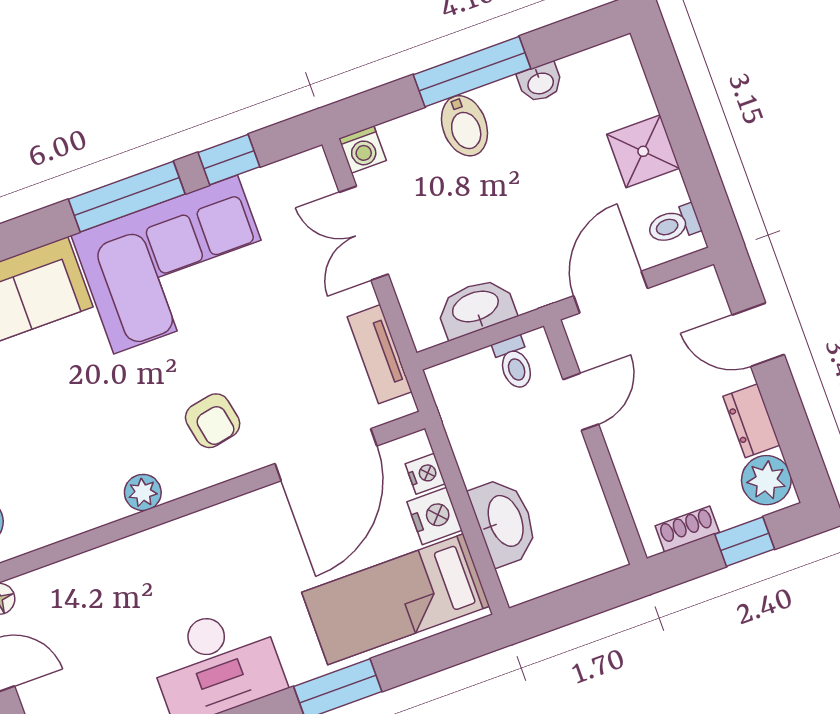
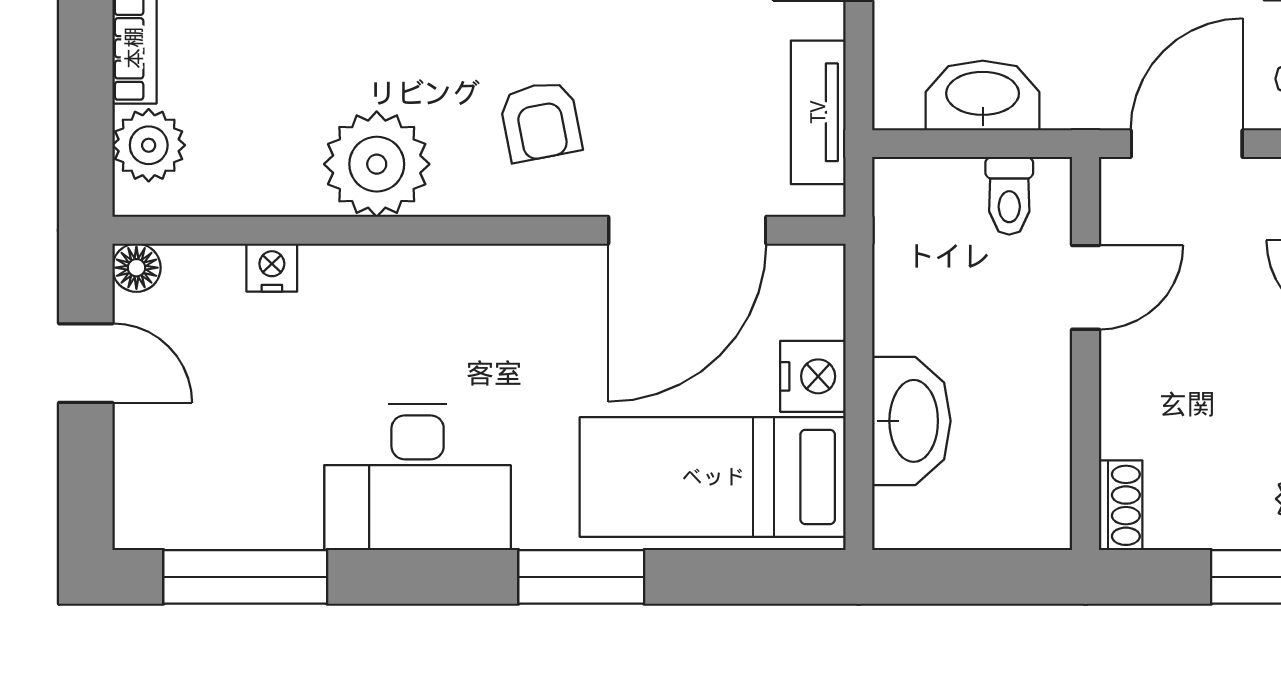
nightstand: (425, 474) -> (272, 268), moved, turned -90
plant: (143, 492) -> (377, 164), width x1.88, depth x1.88
shoe rack: (687, 529) -> (1121, 505), moved, turned 90

